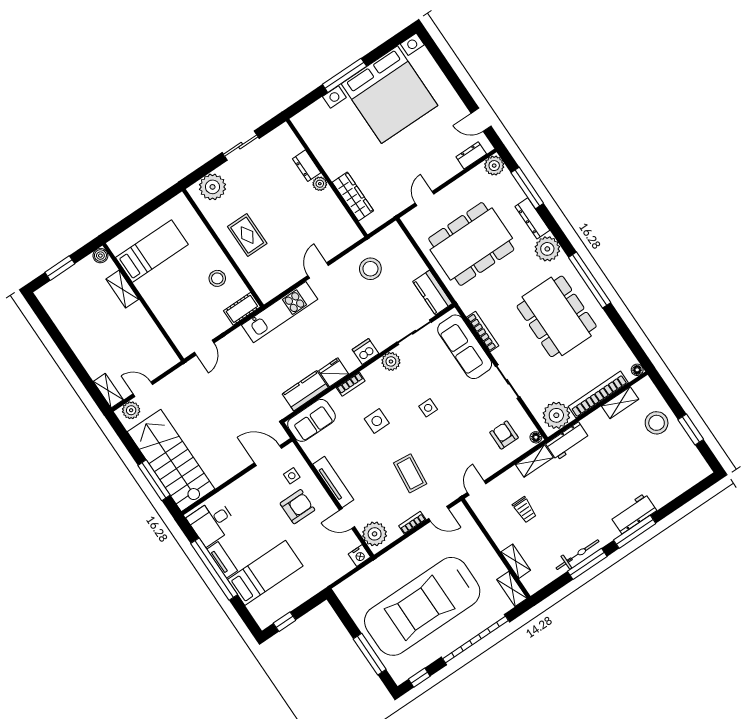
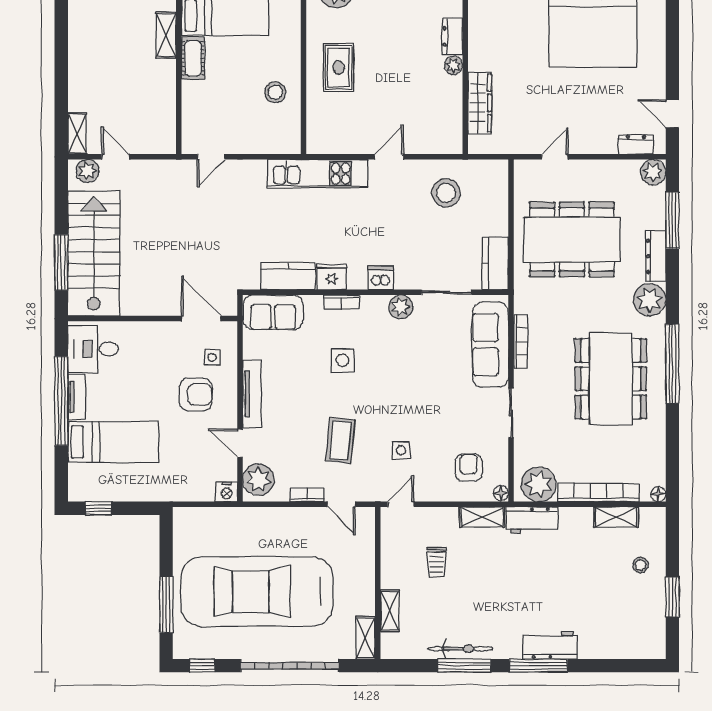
cot: (242, 309) -> (193, 58), moved, turned 90
side table: (428, 408) -> (401, 450), moved
stool: (657, 423) -> (641, 565), width x0.53, depth x0.53

